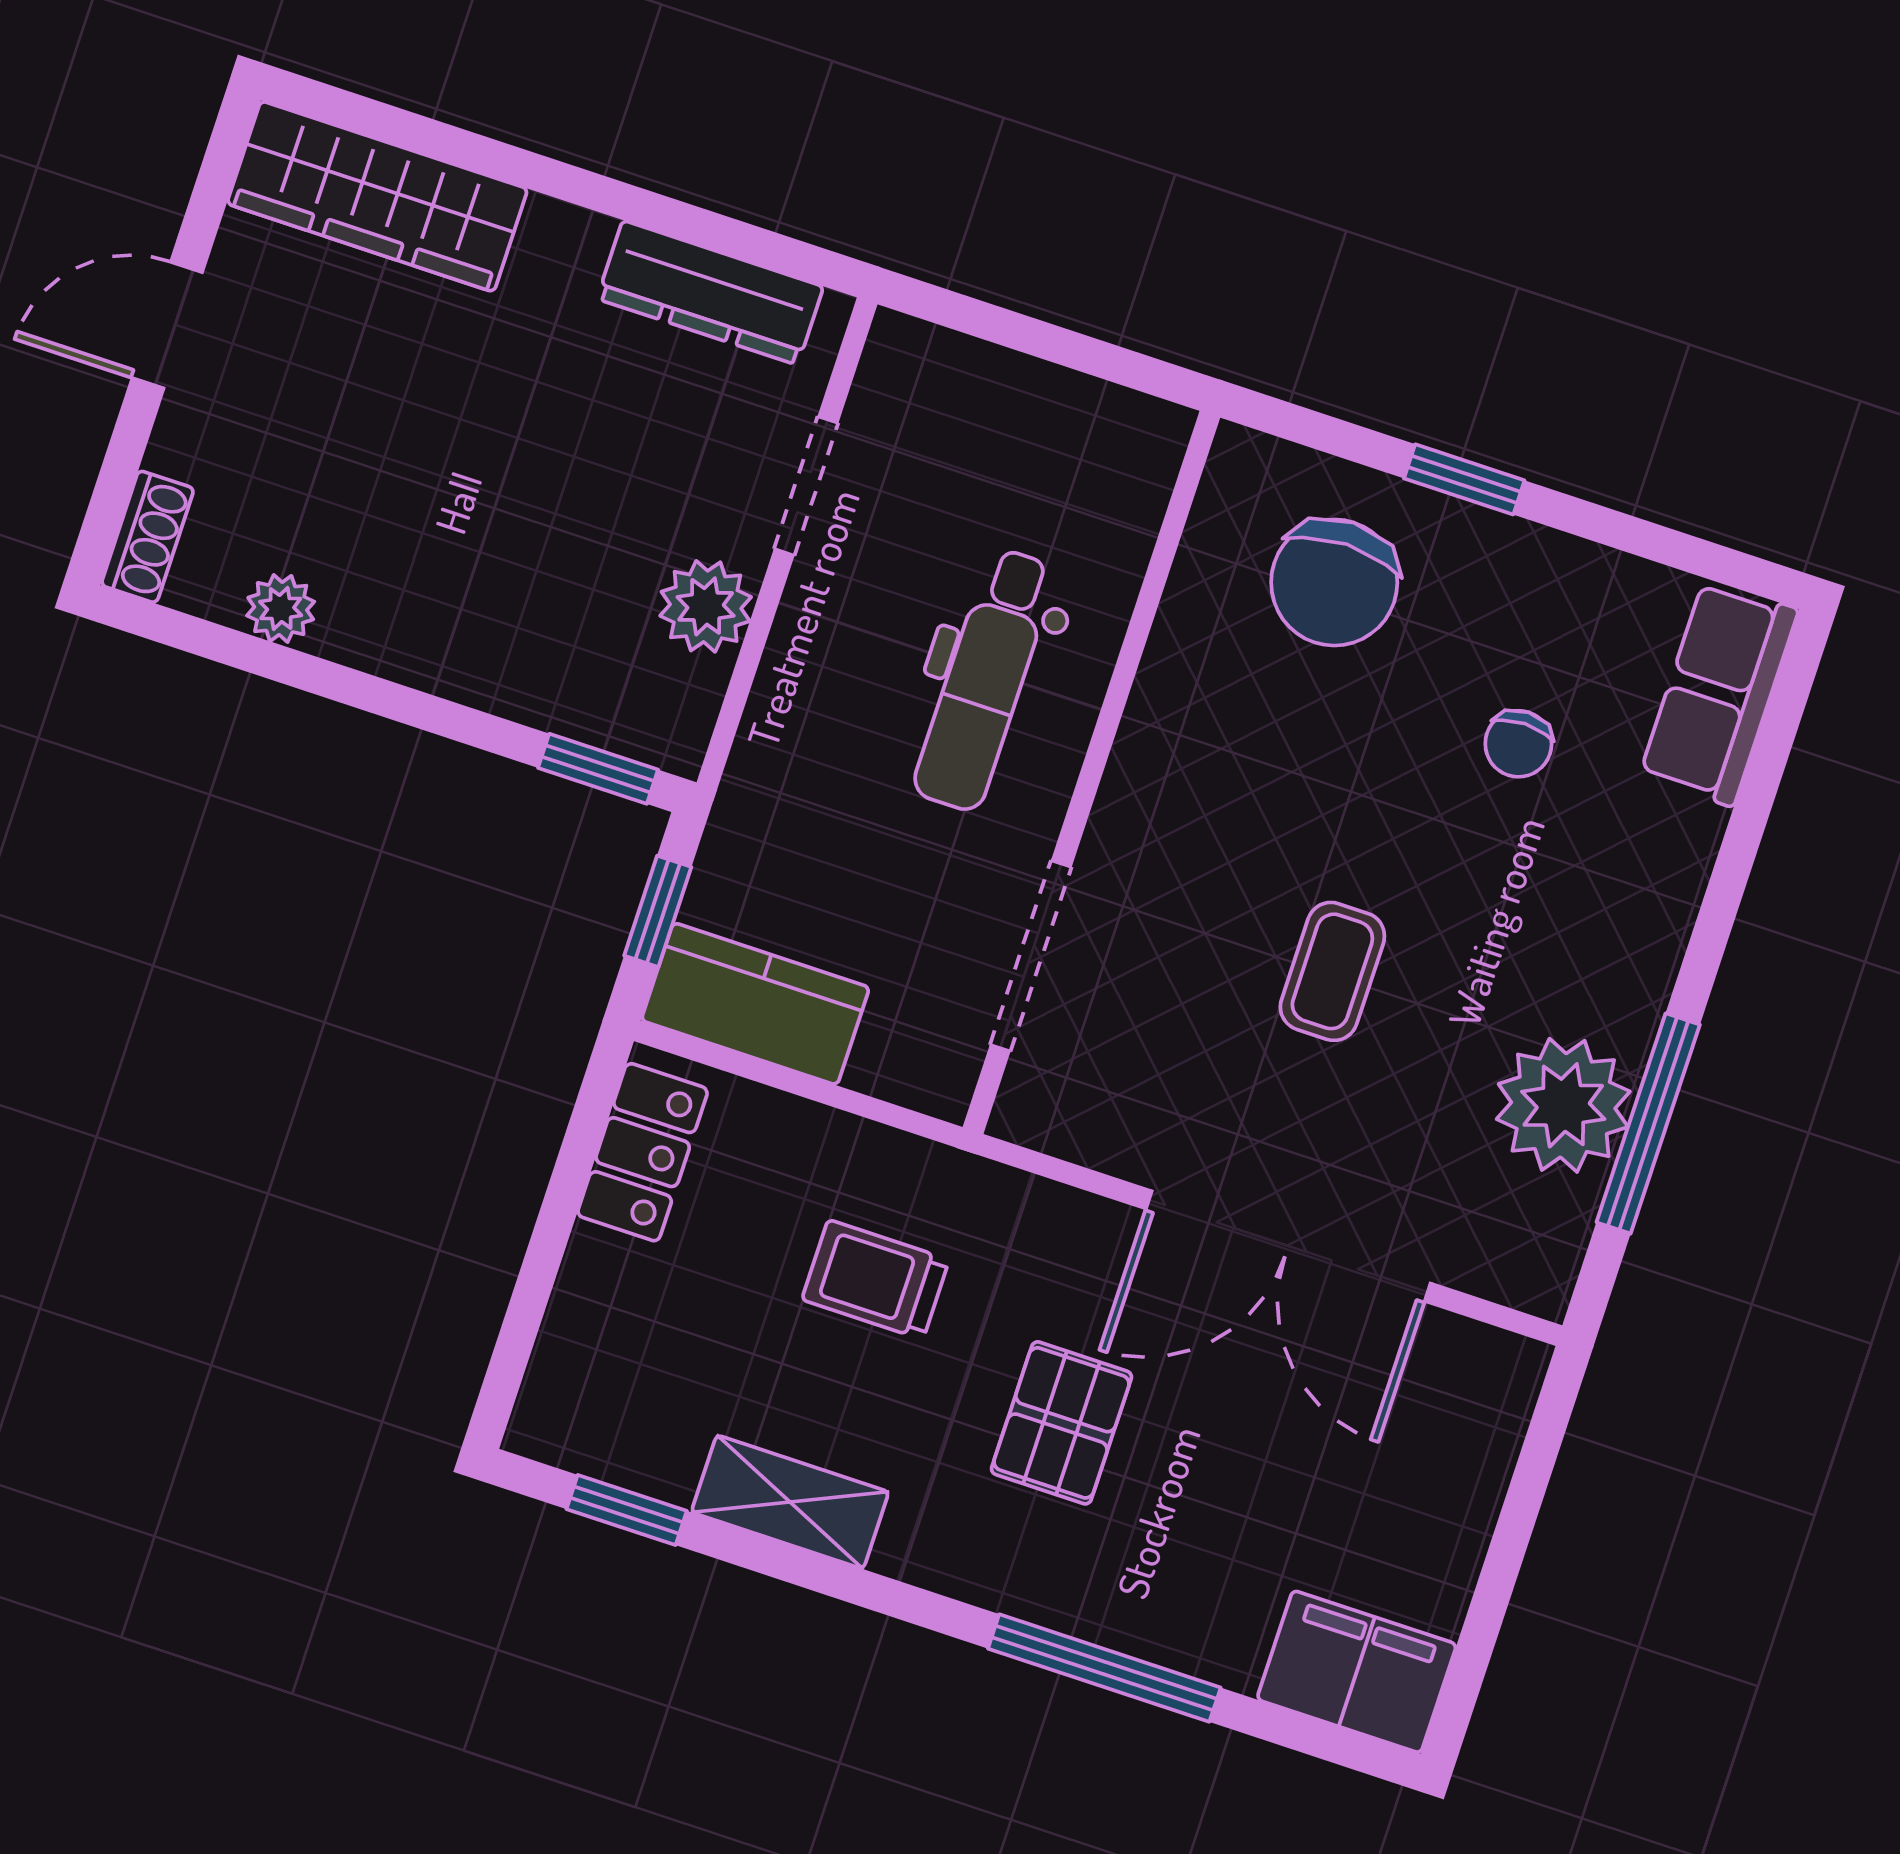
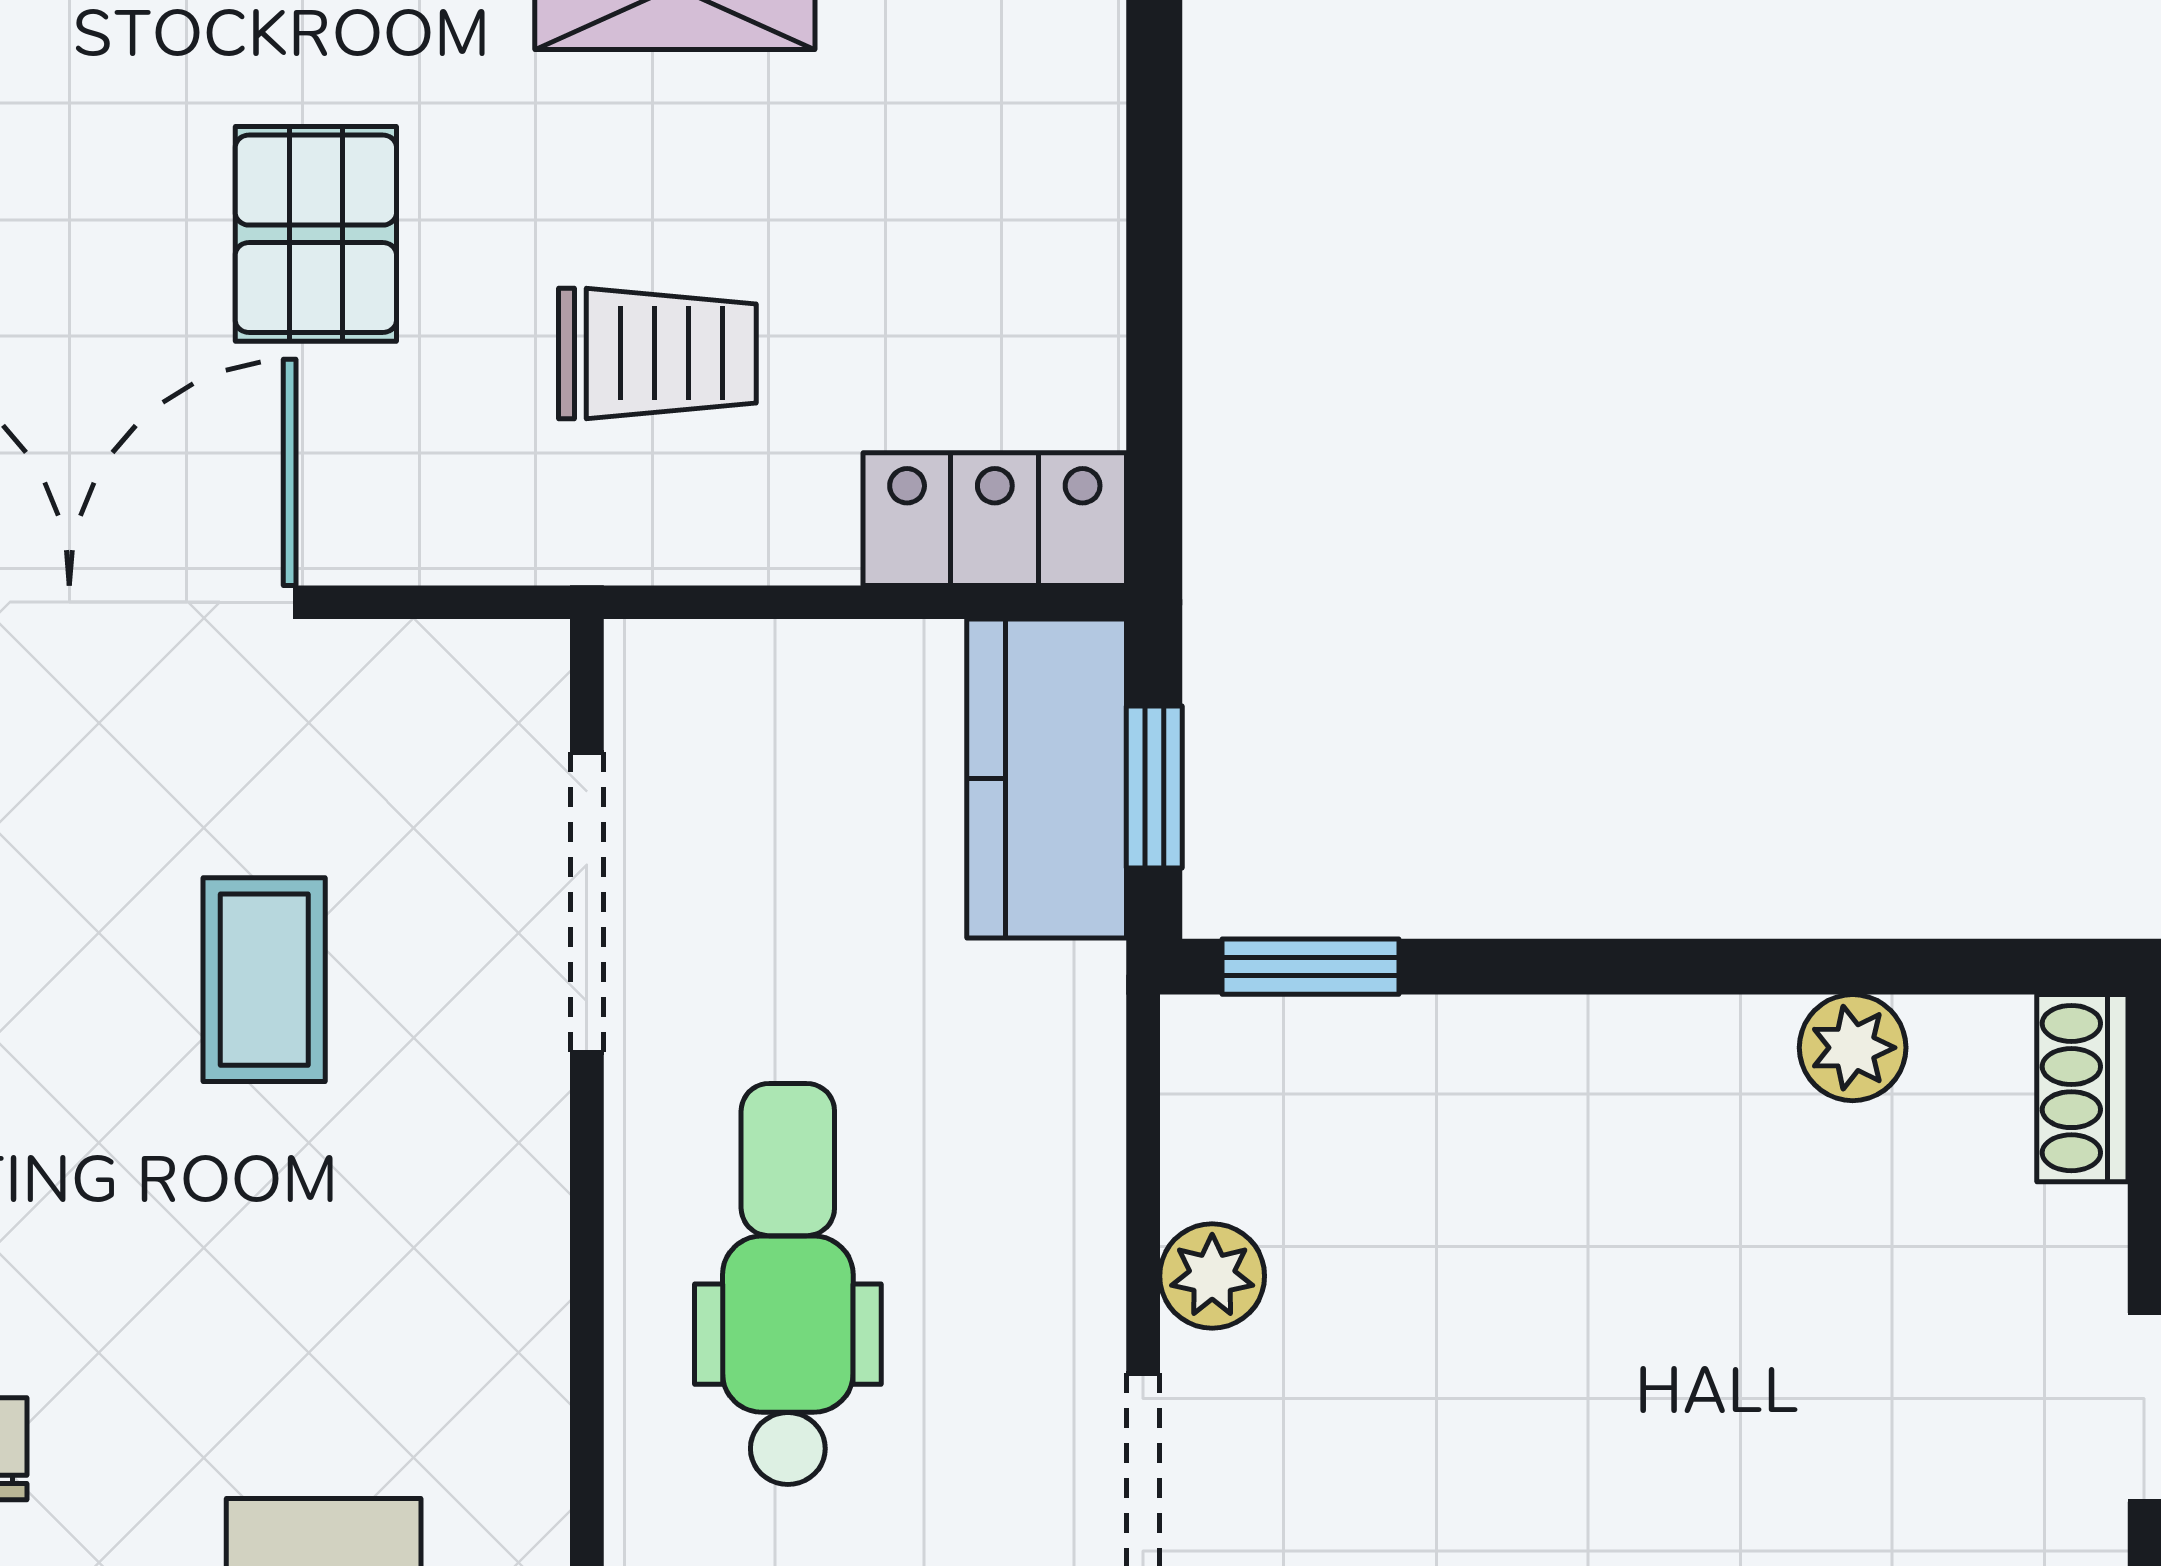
plant: (706, 606) -> (1212, 1276), width x0.73, depth x0.73
coffee table: (1332, 971) -> (264, 980), moved
kitchen counter: (755, 1004) -> (1047, 779), moved, turned 90
locker: (643, 1152) -> (995, 519), moved, turned 90

